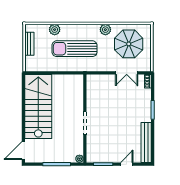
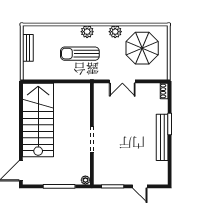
plant: (55, 30) -> (87, 32), moved
sun lounger: (75, 49) -> (80, 54), width x0.73, depth x0.75
double door: (127, 73) -> (122, 81), moved
bench: (146, 142) -> (162, 137), moved
door: (127, 164) -> (140, 186), swing flipped

